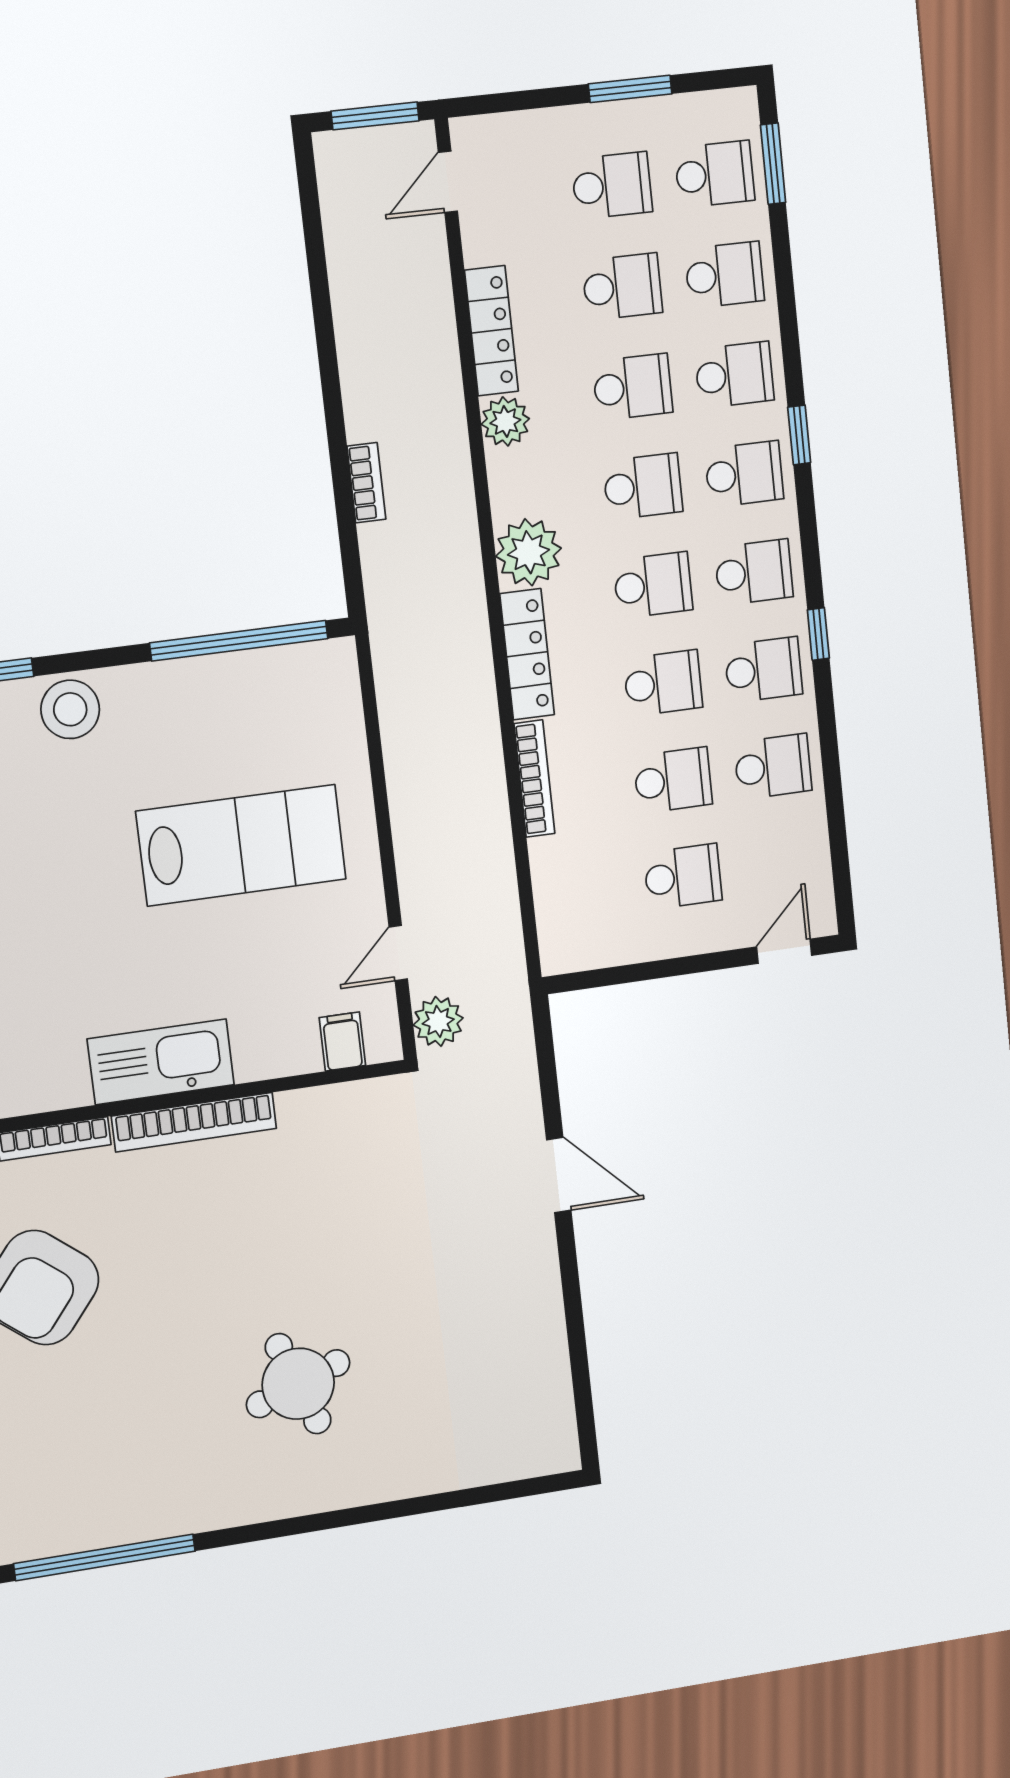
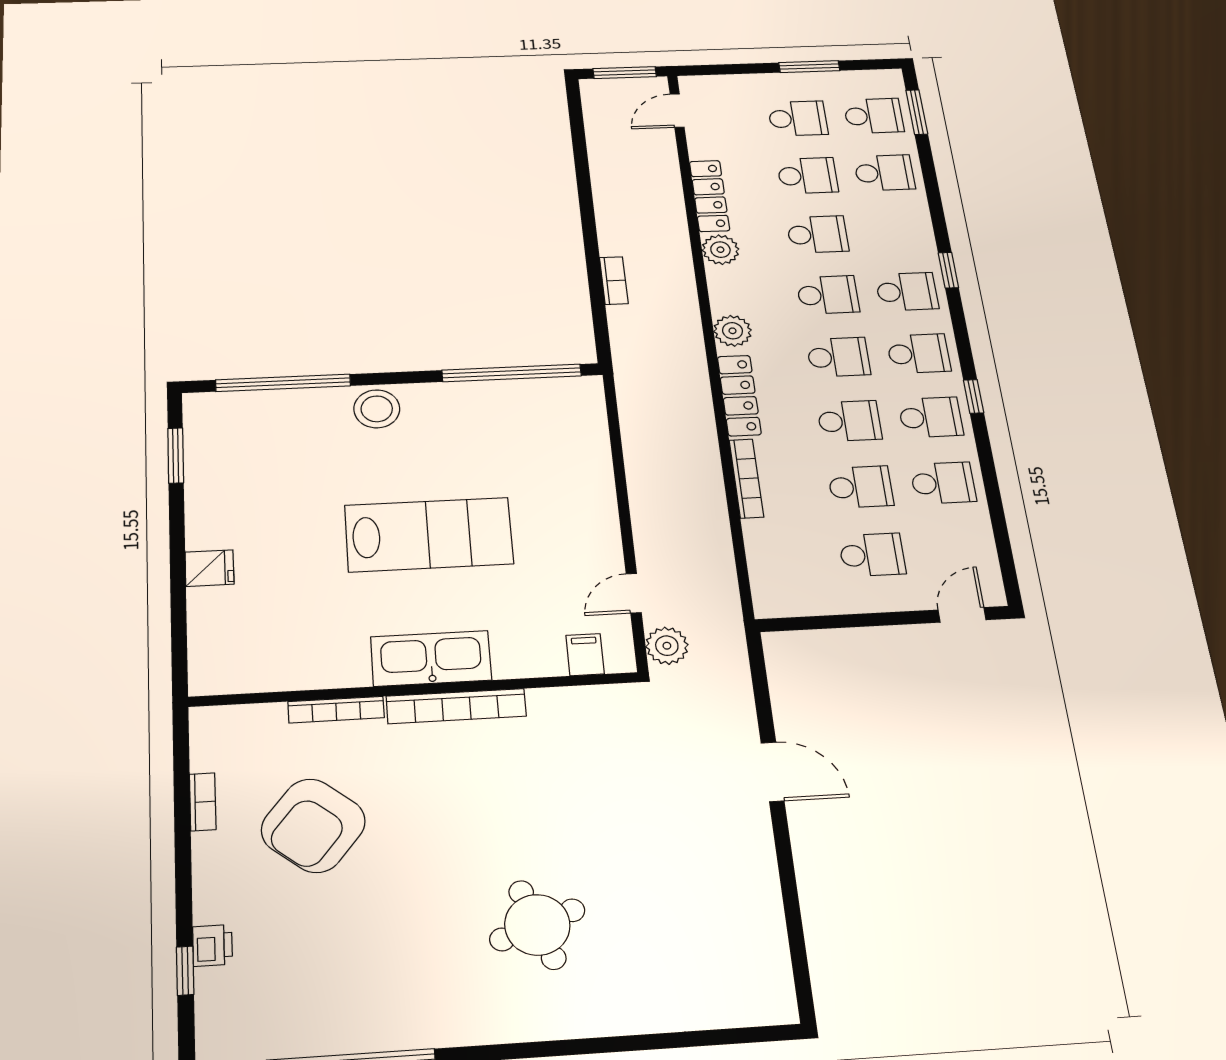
school desk: (734, 375) -> (895, 231), removed
plant: (529, 552) -> (733, 331), width x0.73, depth x0.73
lab bench: (241, 845) -> (429, 535), moved

